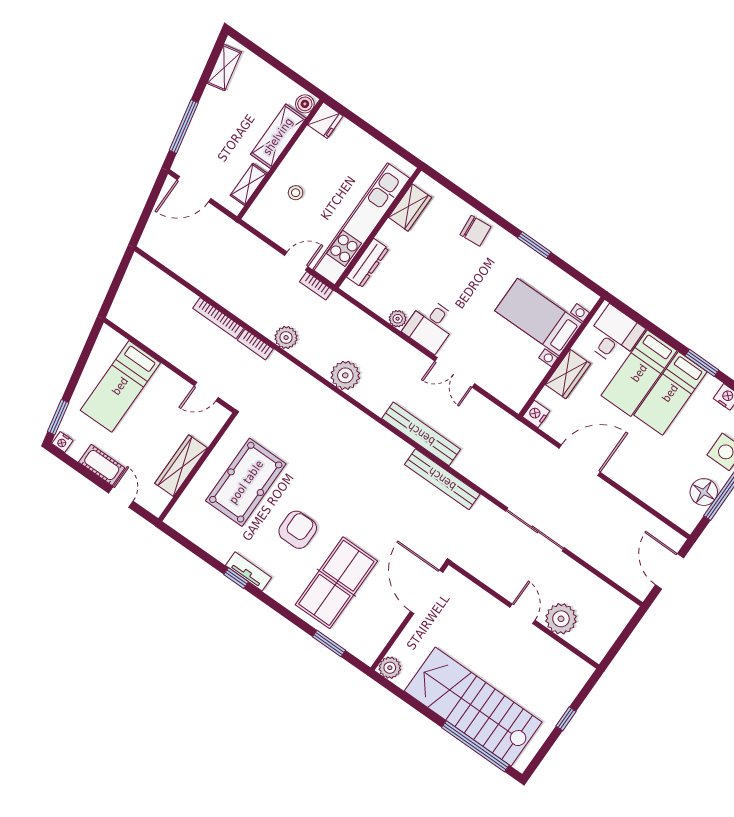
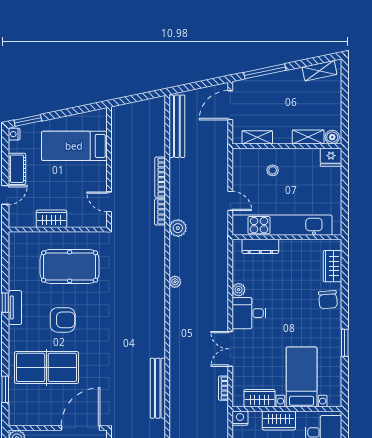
shelving: (278, 136) -> (308, 137), width x0.67, depth x0.75
door: (194, 189) -> (230, 105), hinge flipped
wardrobe: (410, 207) -> (332, 266), moved, turned 90
bookcase: (316, 286) -> (223, 388), moved
plant: (345, 375) -> (175, 282), width x0.53, depth x0.53
wardrobe: (529, 378) -> (259, 398), added
bench: (421, 434) -> (177, 126), moved
wardrobe: (181, 466) -> (51, 219), width x0.67

